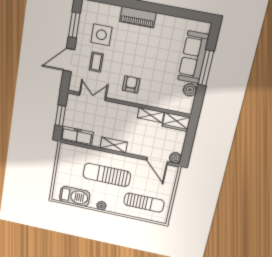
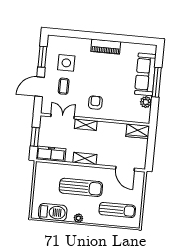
piano: (138, 17) -> (106, 47), moved
shelving: (151, 115) -> (86, 125), moved
boiler: (175, 158) -> (141, 164), removed
sun lounger: (107, 175) -> (81, 187), turned 180

